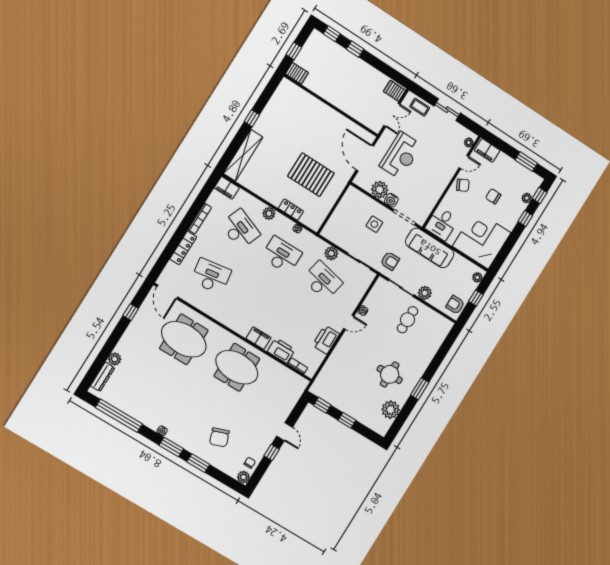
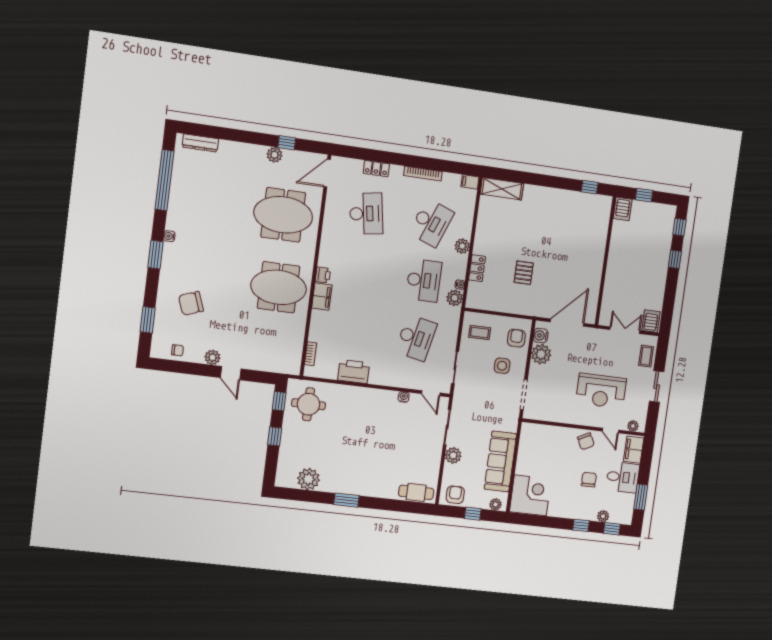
double door: (392, 115) -> (625, 330), swing flipped
window: (252, 118) -> (590, 187), moved
shelving: (243, 155) -> (502, 189), width x0.68
reception desk: (401, 155) -> (601, 391), moved
pallet: (311, 175) -> (524, 273), width x0.49, depth x0.50
filing cabinet: (227, 188) -> (470, 182), width x0.50
water cooler: (391, 200) -> (541, 336), moved
desk: (442, 224) -> (623, 477), moved, turned 180
coffee table: (341, 230) -> (480, 333), added
corner desk: (482, 239) -> (530, 495), width x0.74, depth x0.74
locker: (183, 248) -> (376, 169), width x0.66
sofa: (430, 248) -> (500, 461), moved
plant: (331, 253) -> (455, 298), moved
armchair: (390, 261) -> (516, 338), moved, turned 180
cafe table: (408, 320) -> (416, 492), moved
door: (349, 322) -> (431, 393), moved
meeting table: (184, 339) -> (283, 215), turned 90
printer: (281, 351) -> (323, 275), moved, width x0.53, depth x0.68
plant: (115, 359) -> (275, 155), moved
meeting table: (237, 367) -> (279, 287), turned 90
round table: (390, 374) -> (308, 404), moved
door: (285, 432) -> (231, 373), hinge flipped
window: (272, 452) -> (200, 370), removed
window: (198, 463) -> (148, 320), moved
plant: (243, 477) -> (212, 357), moved

